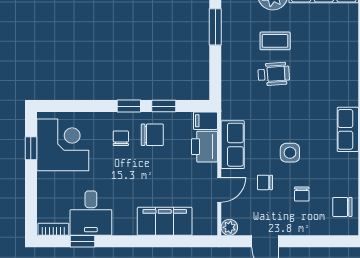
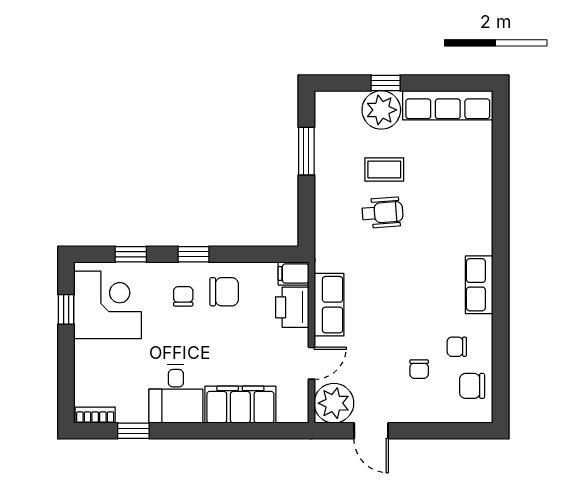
window: (164, 106) -> (131, 254), moved
side table: (290, 153) -> (404, 315), removed
chair: (265, 182) -> (457, 347), moved
desk: (91, 213) -> (176, 394), moved
plant: (229, 227) -> (334, 403), width x1.87, depth x1.87

